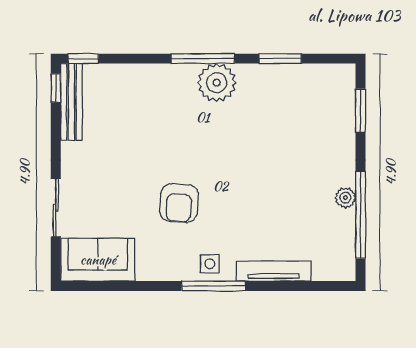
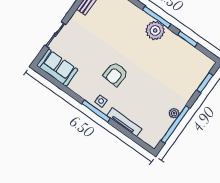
armchair: (179, 203) -> (115, 74), moved

